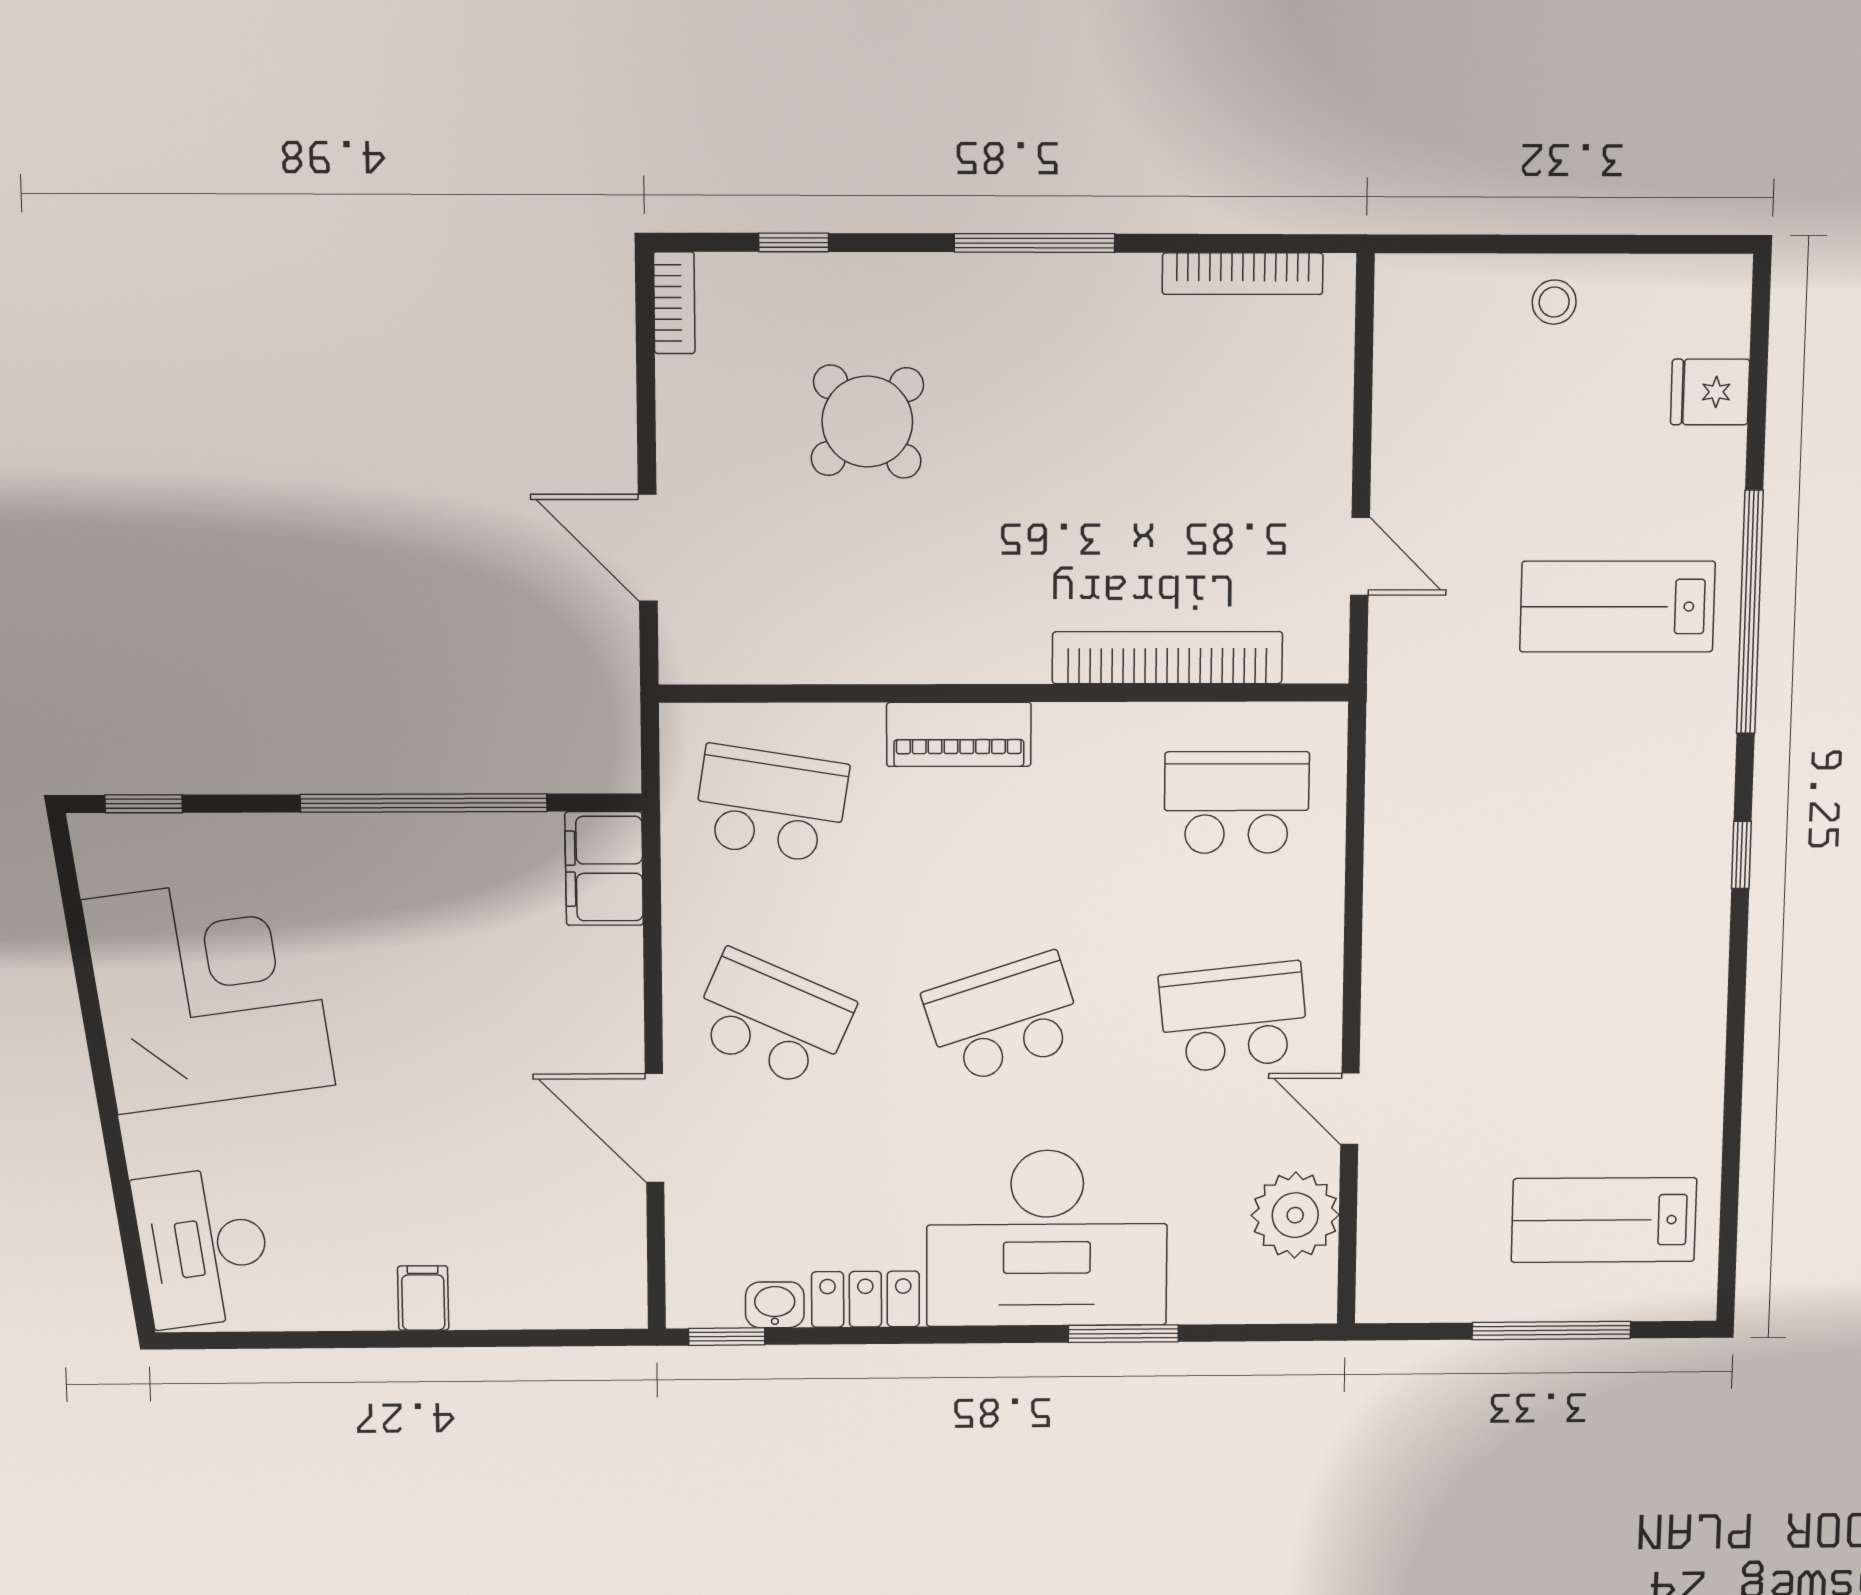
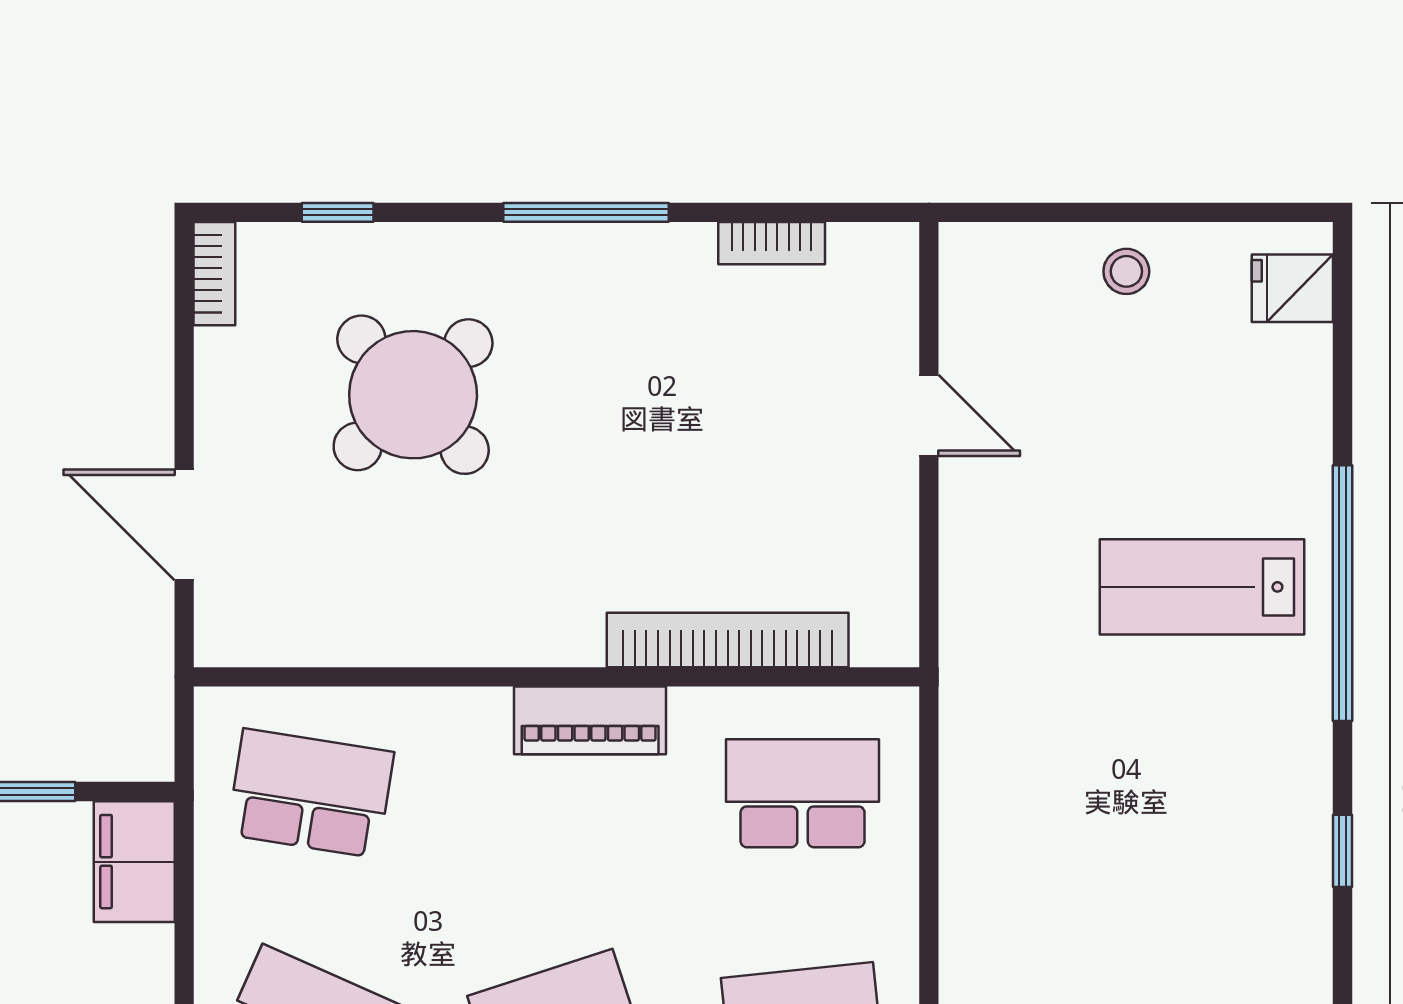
bookcase: (1243, 274) -> (772, 243), width x0.64
fridge: (1710, 392) -> (1292, 288), moved
round table: (867, 422) -> (413, 395), width x1.36, depth x1.36
door: (1360, 556) -> (929, 415), moved
piano: (959, 734) -> (590, 720), moved

